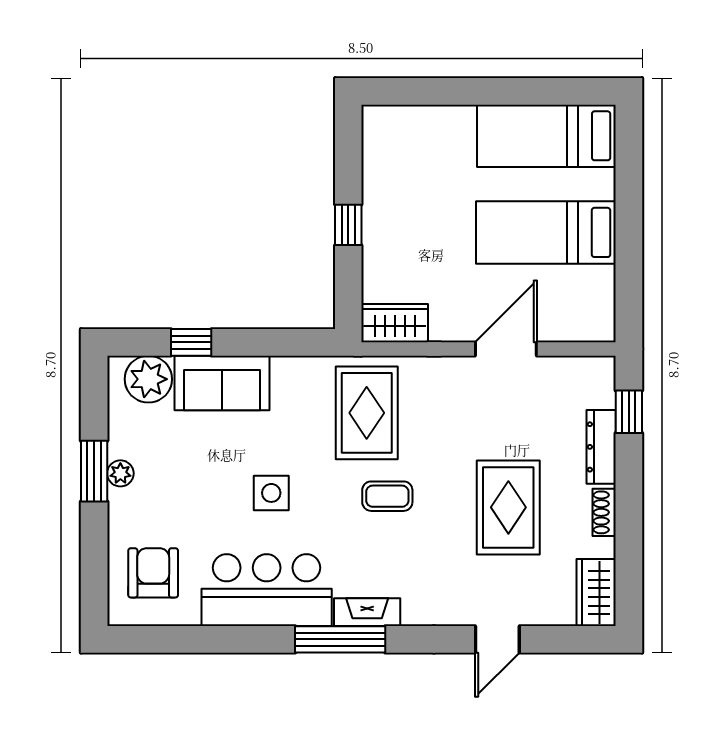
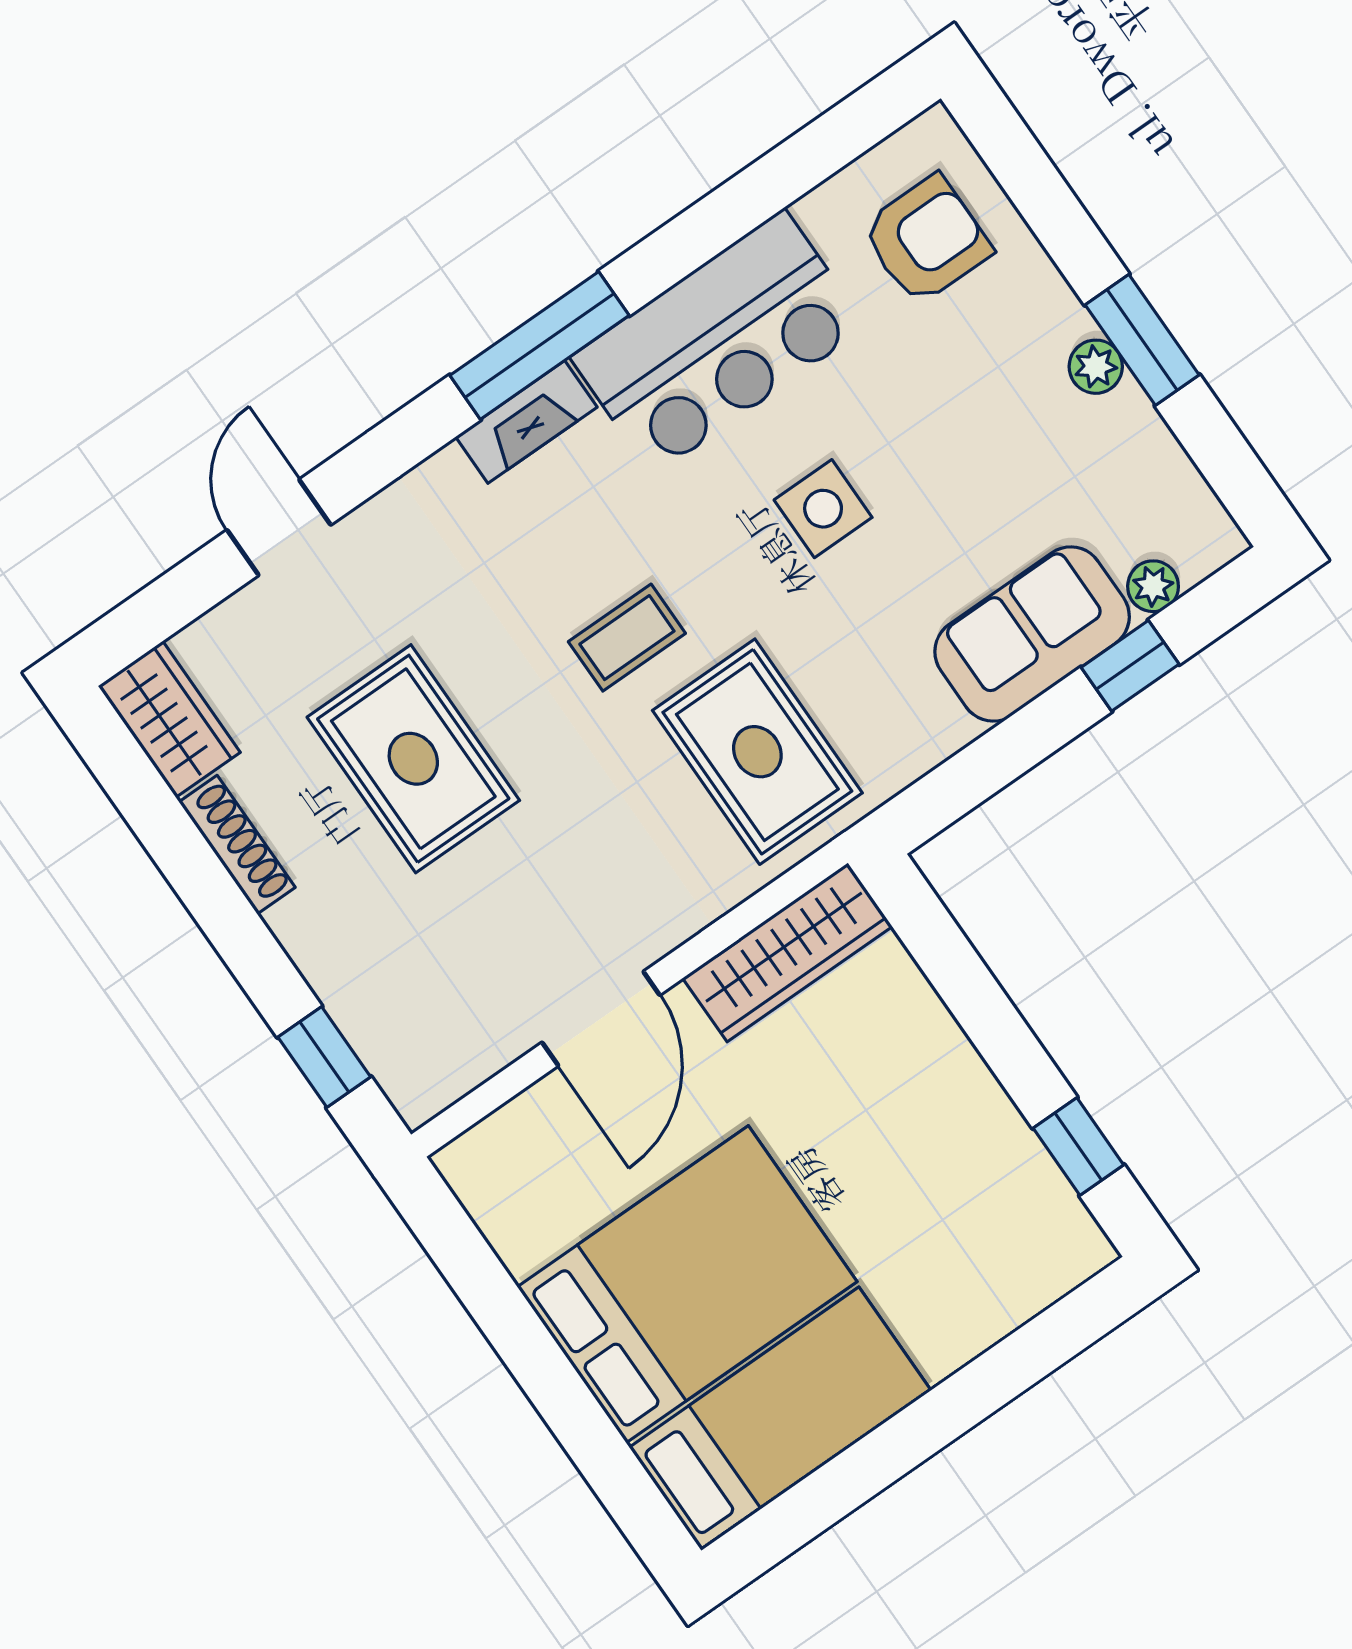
window: (348, 225) -> (1078, 1146), moved
bed: (546, 232) -> (687, 1284), width x1.50
wardrobe: (395, 323) -> (787, 952), width x1.50
plant: (148, 379) -> (1153, 586), width x0.53, depth x0.53
dresser: (601, 447) -> (329, 966), removed
shoe rack: (604, 512) -> (237, 845), width x1.43
armchair: (153, 573) -> (927, 240), turned -90

